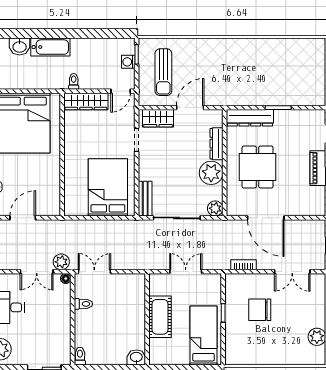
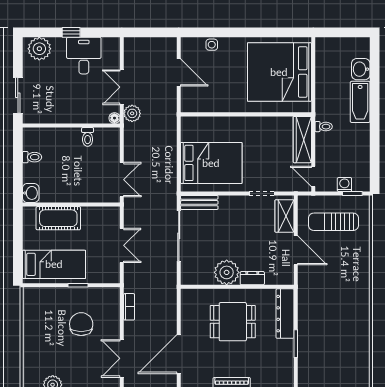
dresser: (217, 144) -> (252, 278), width x0.70
plant: (215, 208) -> (189, 277), removed
door: (266, 218) -> (179, 354), moved
double door: (94, 272) -> (122, 180), moved
cot: (160, 317) -> (58, 218), moved
toilet: (80, 356) -> (32, 157), moved

